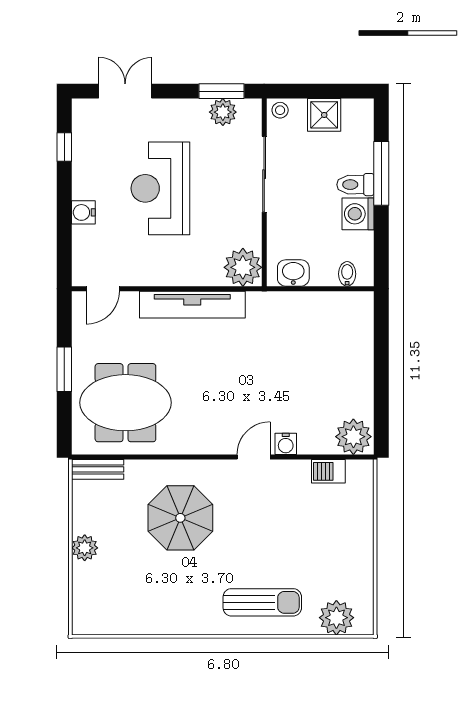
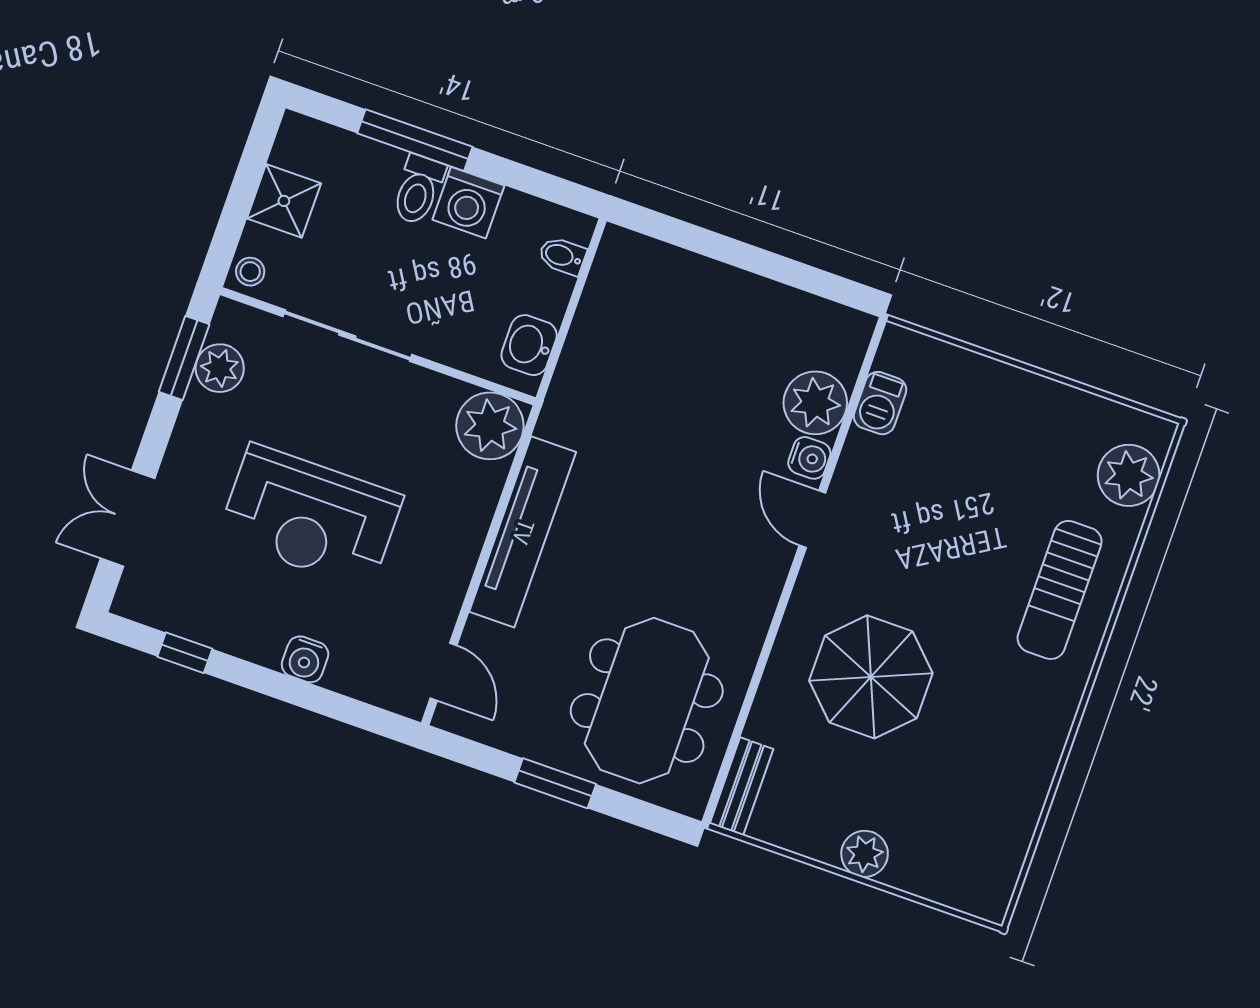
plant: (353, 437) -> (815, 403), moved
sun lounger: (262, 602) -> (1060, 590), turned 180

